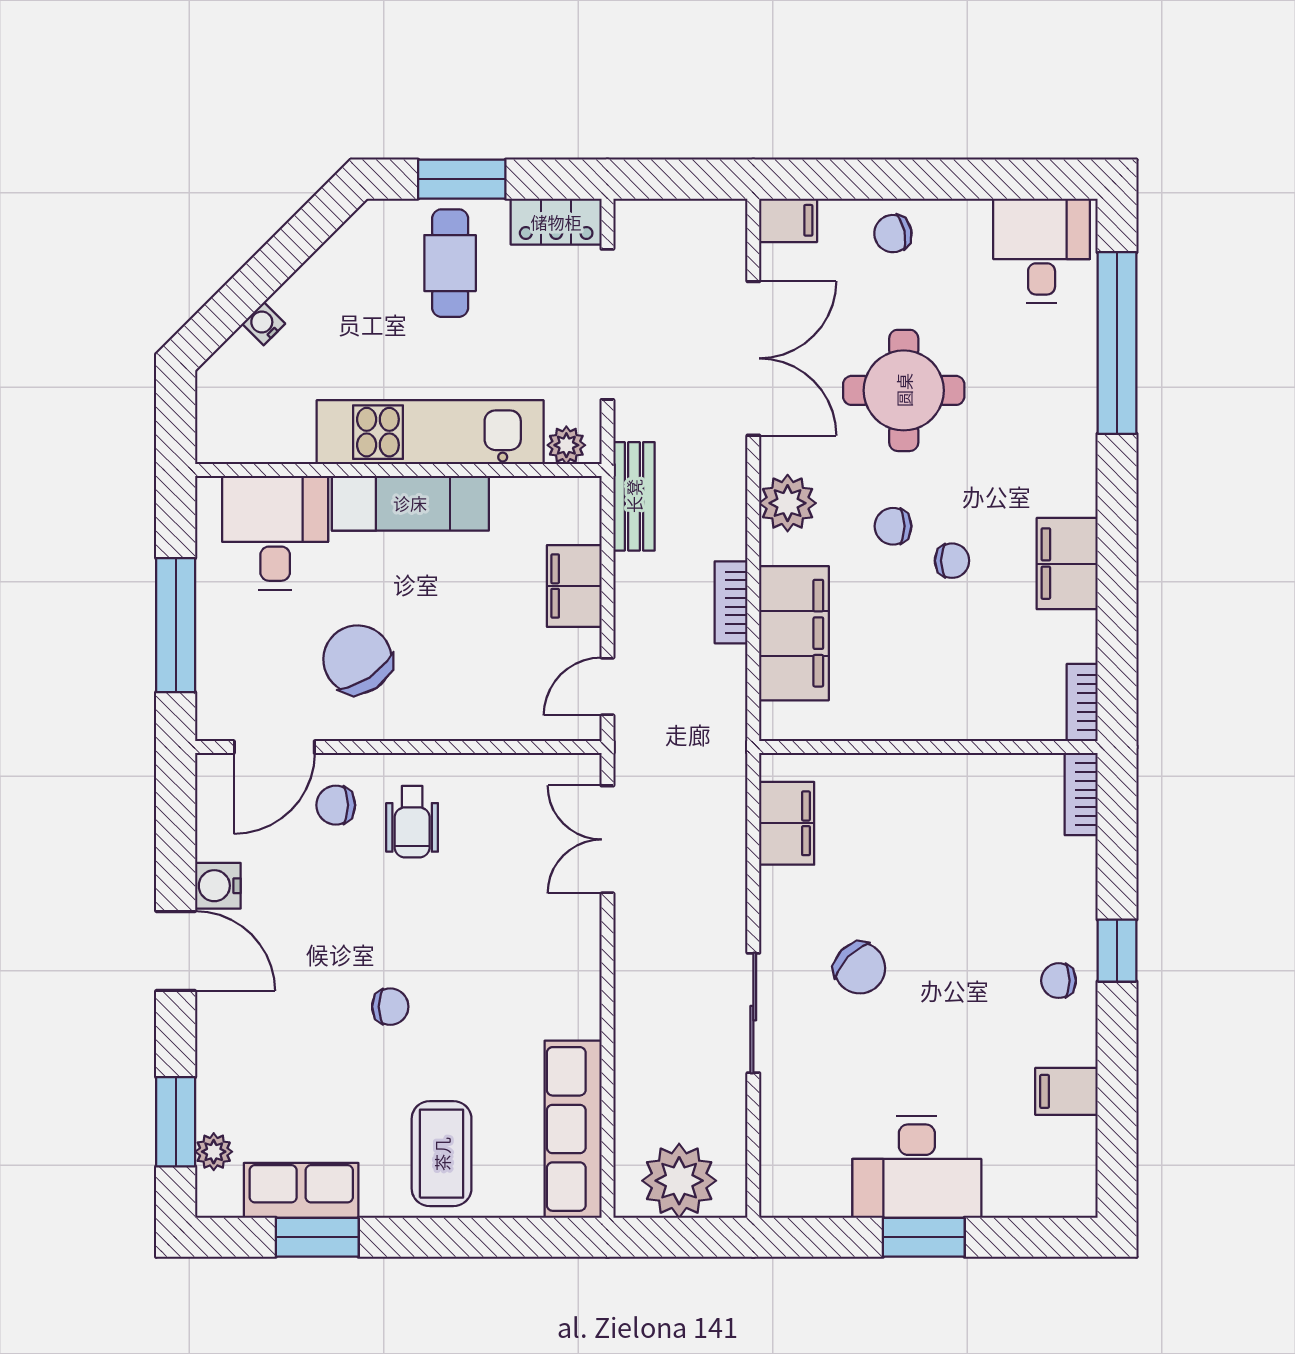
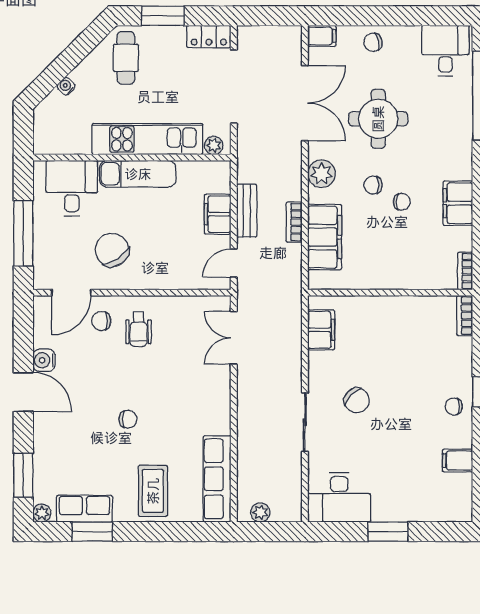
cafe table: (450, 263) -> (126, 58), moved
bench: (634, 496) -> (247, 211), moved
plant: (214, 1152) -> (42, 513), moved
desk: (917, 1167) -> (339, 497), moved
plant: (679, 1181) -> (260, 512), width x0.53, depth x0.53

